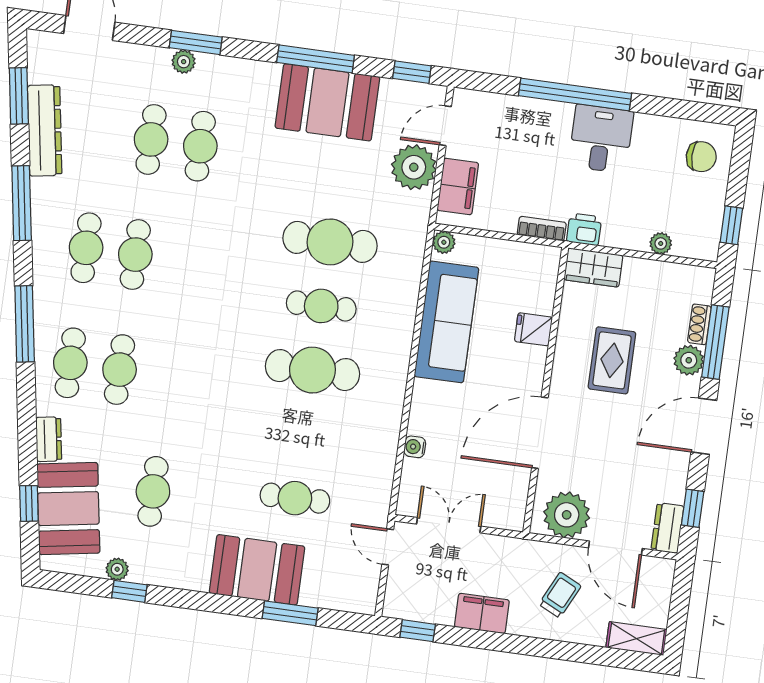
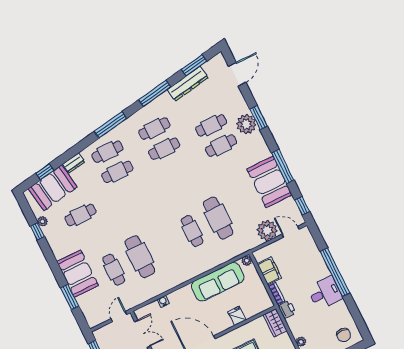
plant: (184, 62) -> (246, 124), width x1.87, depth x1.87
filing cabinet: (458, 186) -> (269, 271), moved, turned -90
cafe table: (312, 370) -> (140, 257), moved

